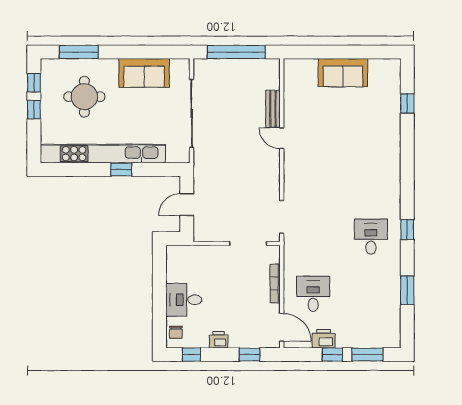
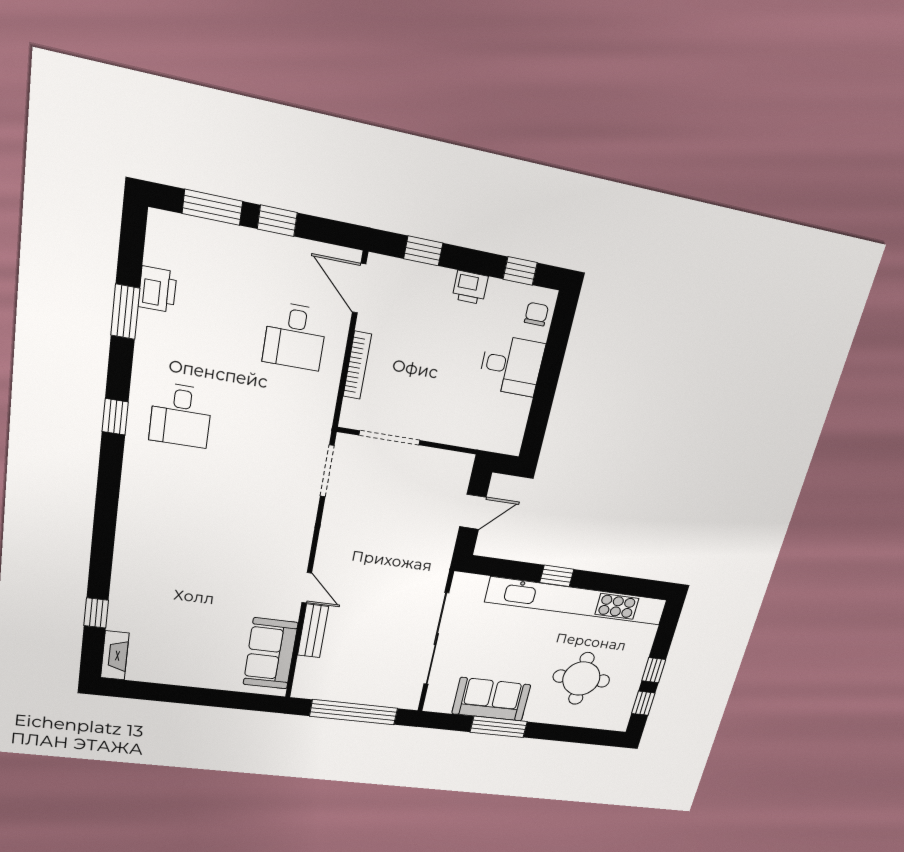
window: (79, 52) -> (499, 727), moved
sofa: (343, 73) -> (270, 654), moved, turned -90
fireplace: (394, 75) -> (115, 655), added
printer: (324, 339) -> (157, 289), moved, turned -90

